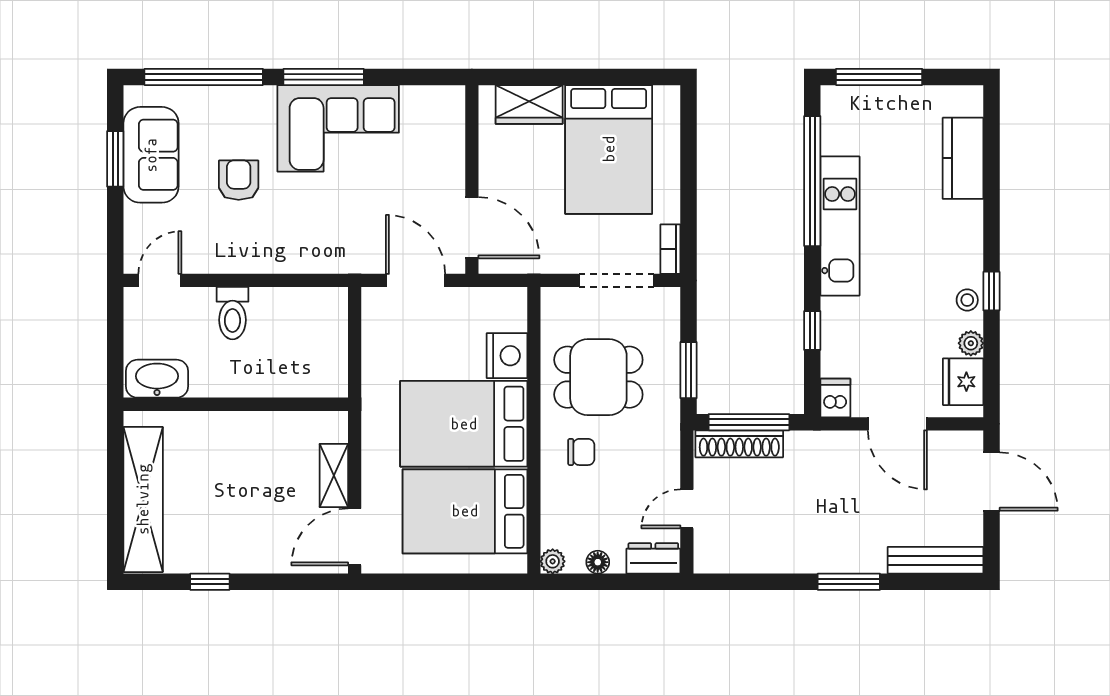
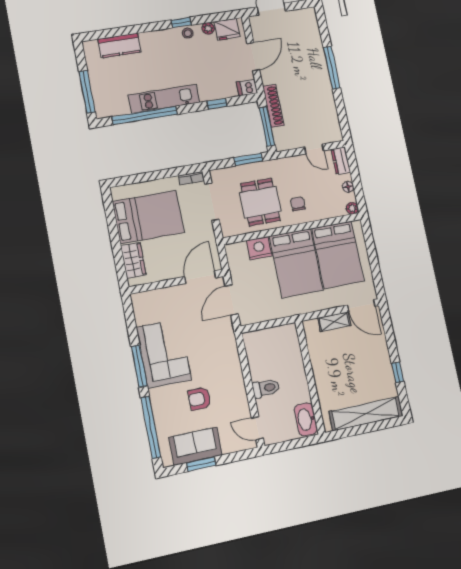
shoe rack: (739, 444) -> (273, 106), moved
bench: (935, 560) -> (313, 29), removed
window: (849, 582) -> (332, 68), width x1.44

